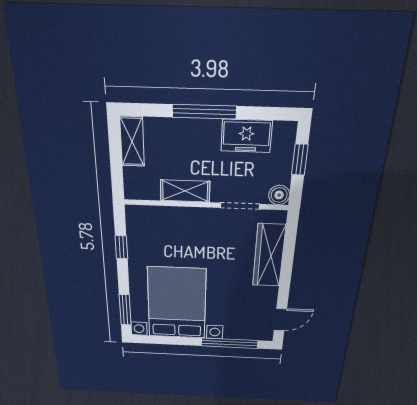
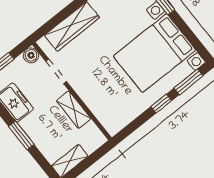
window: (204, 112) -> (21, 135), width x0.69
window: (121, 247) -> (161, 104), moved

